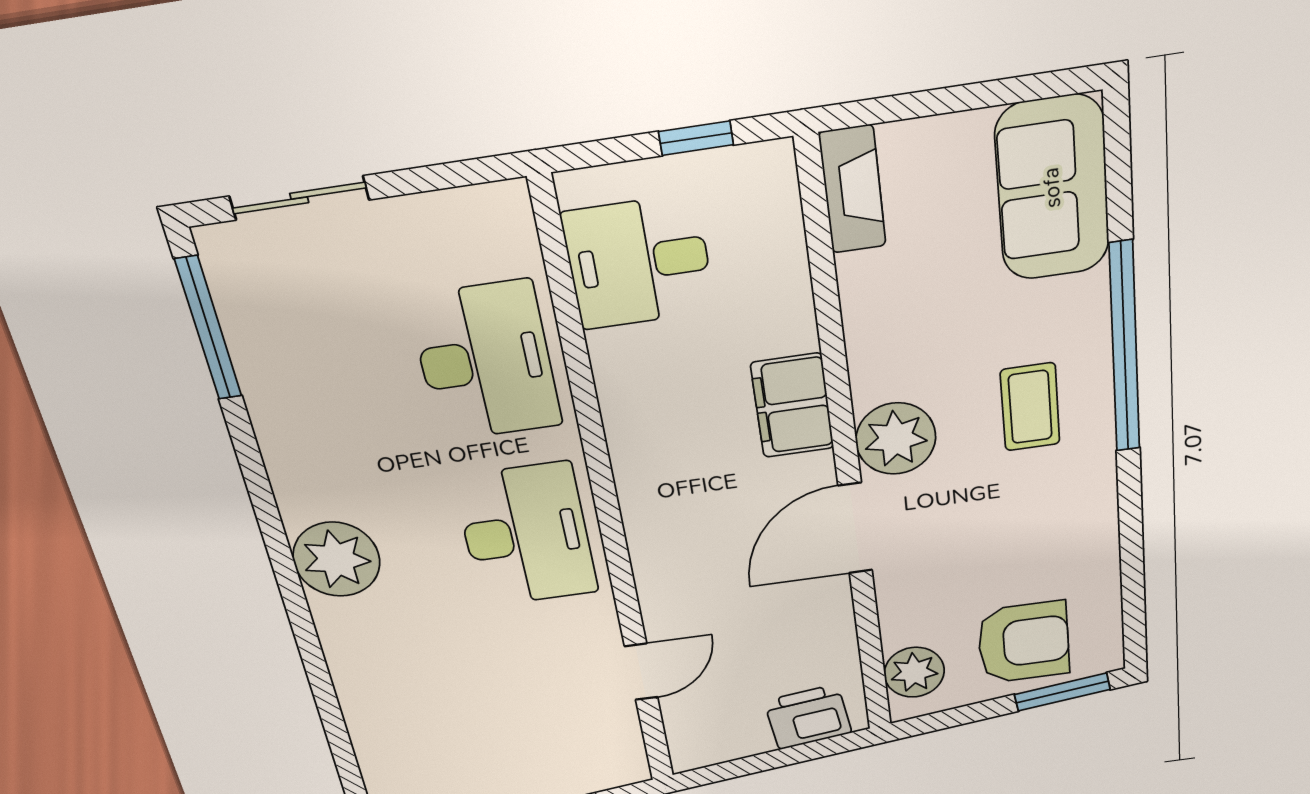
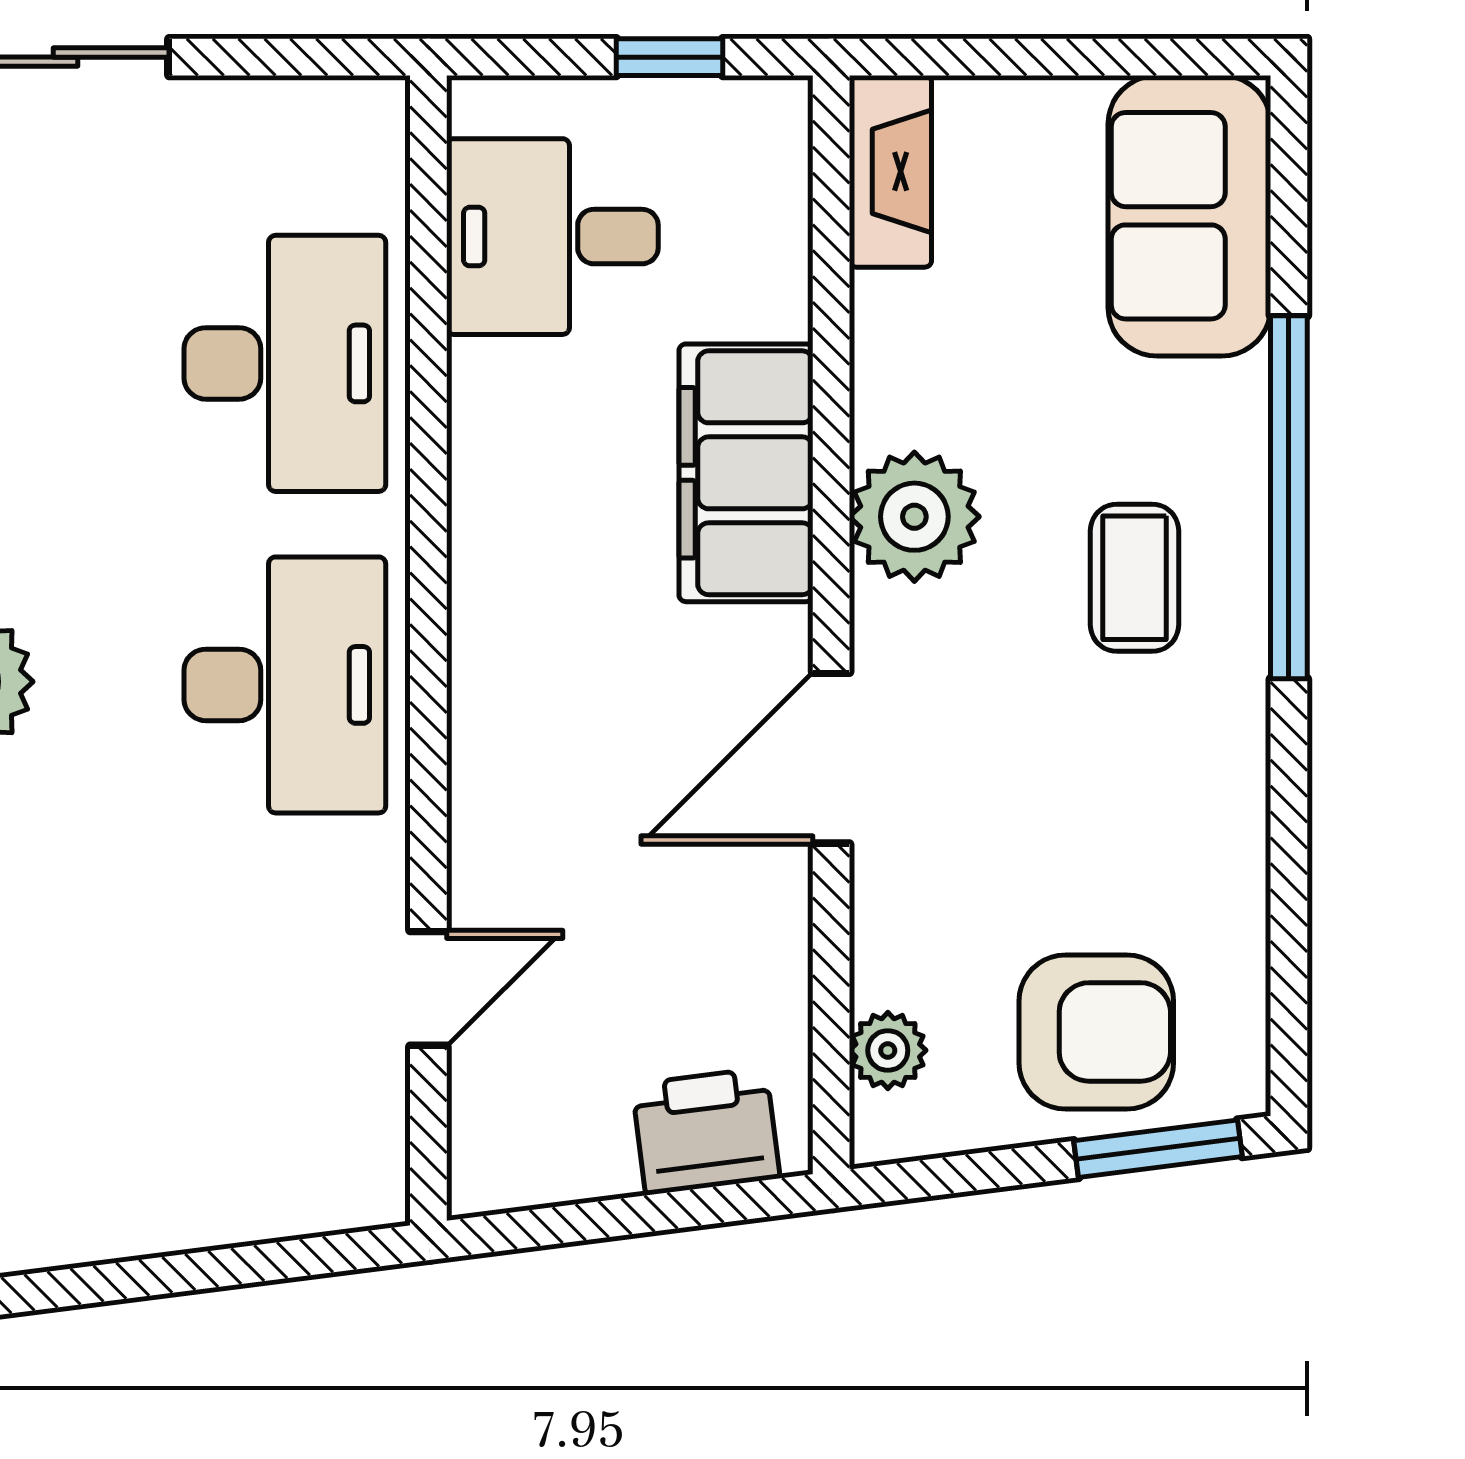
filing cabinet: (792, 406) -> (746, 473), width x1.50, depth x1.17
plant: (896, 439) -> (914, 517), moved
plant: (914, 672) -> (888, 1050), width x0.73, depth x0.73

